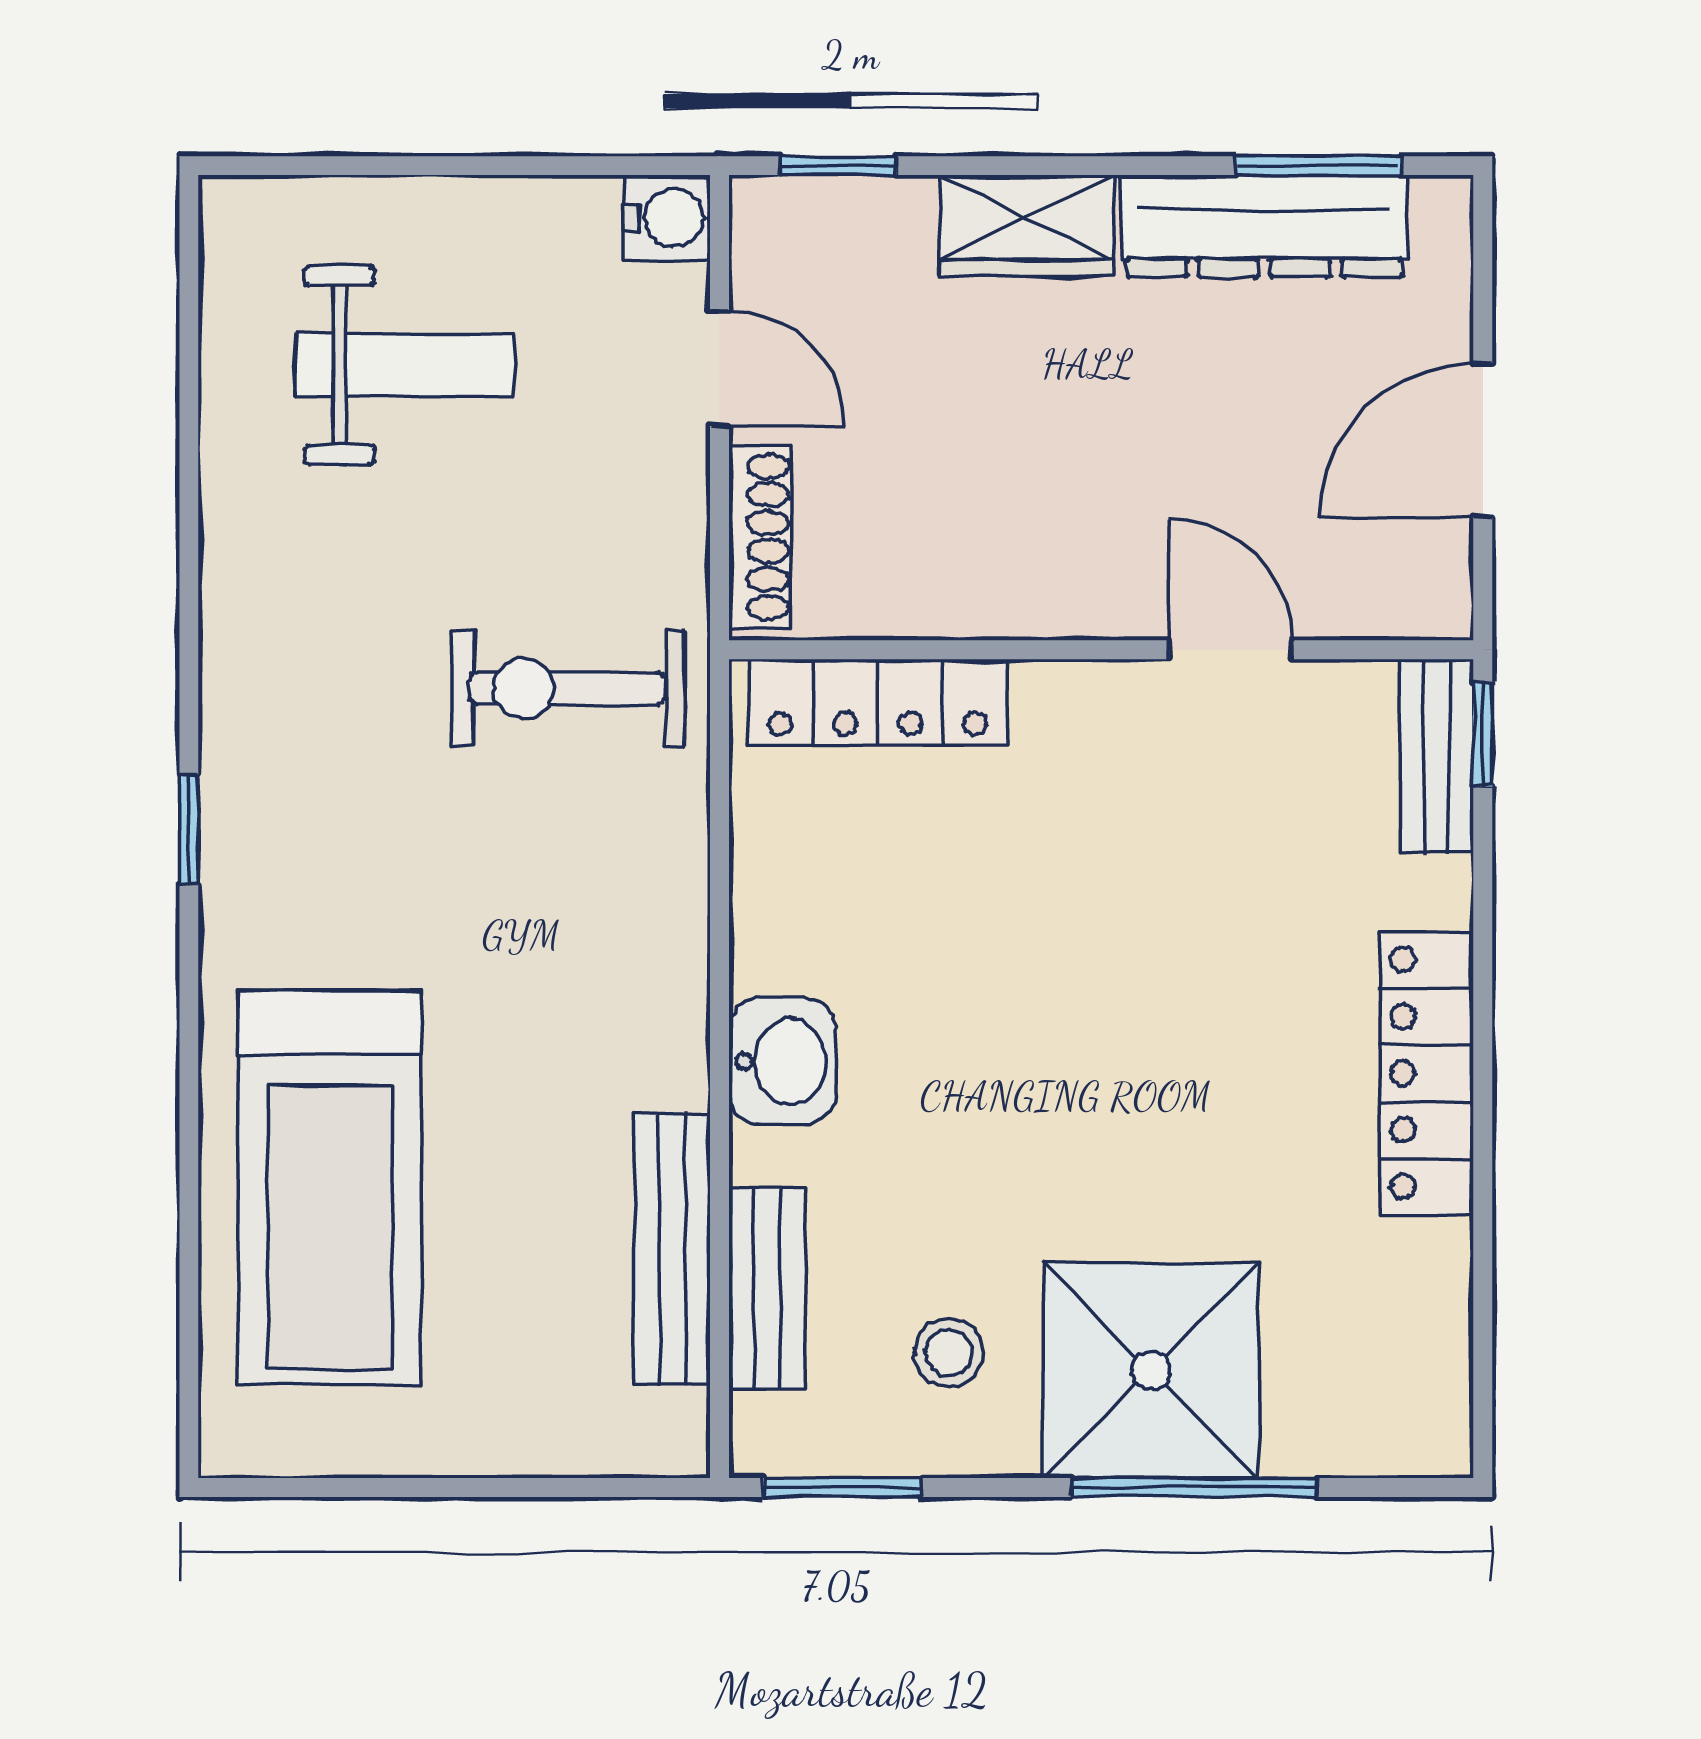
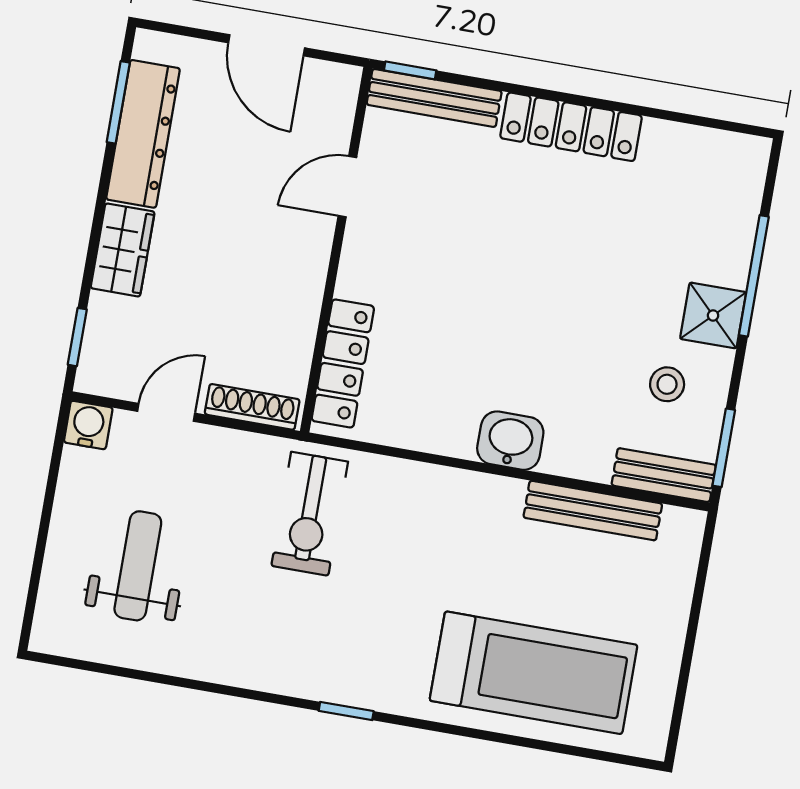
bench: (1436, 756) -> (434, 98), width x1.36
bench: (767, 1289) -> (664, 475), moved
shower: (1151, 1370) -> (713, 315), width x0.54, depth x0.54

